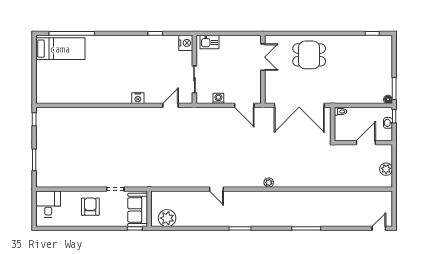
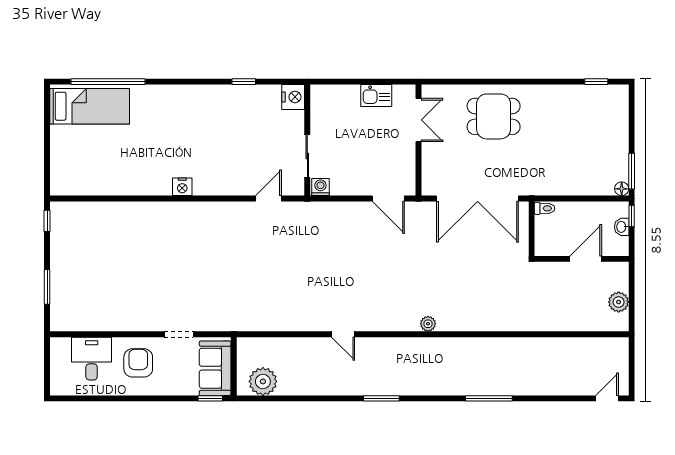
kitchen sink: (209, 42) -> (376, 96), moved
nightstand: (138, 98) -> (182, 187), moved
washing machine: (218, 98) -> (320, 187), moved
desk: (48, 204) -> (92, 359), moved

